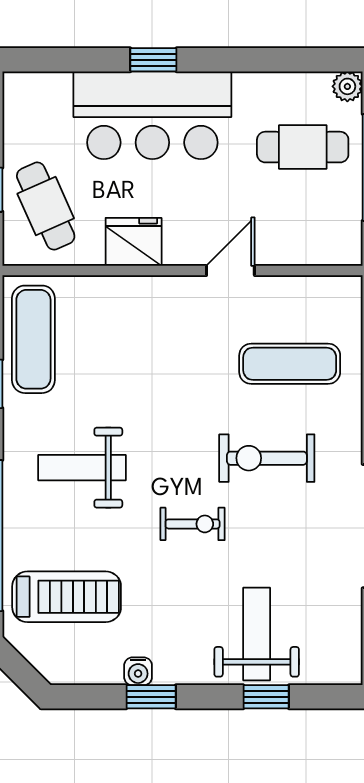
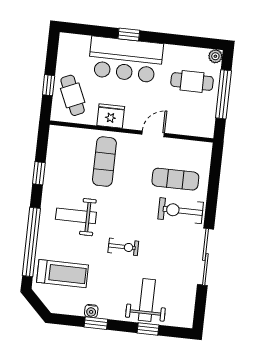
exercise mat: (33, 339) -> (104, 162), moved
exercise bike: (267, 458) -> (181, 211), moved

